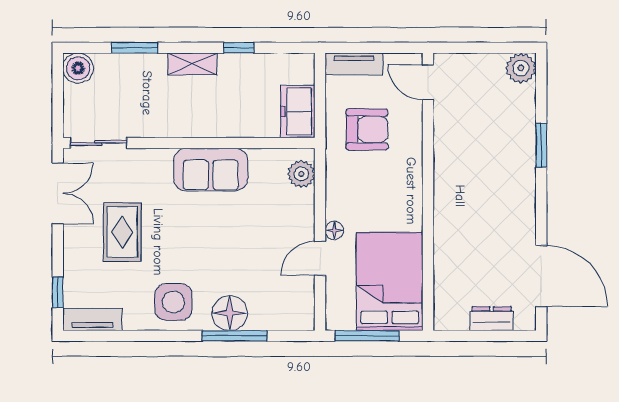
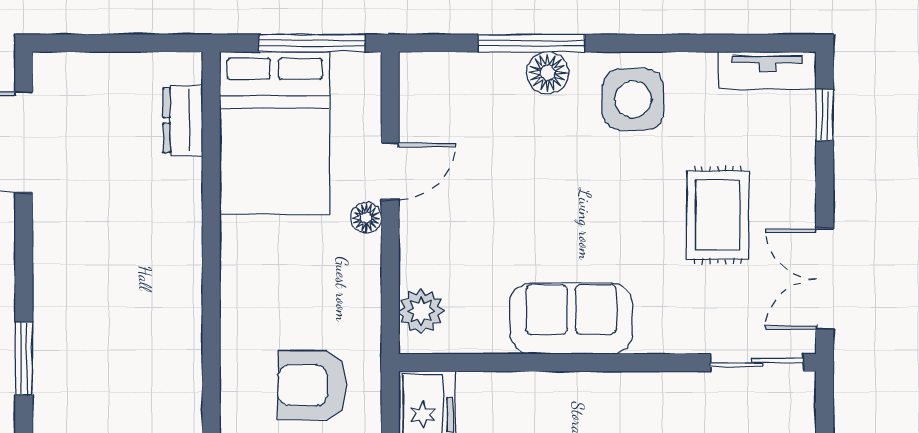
floor lamp: (230, 313) -> (548, 73), width x0.73, depth x0.73
dresser: (492, 319) -> (183, 120), moved, turned 90

